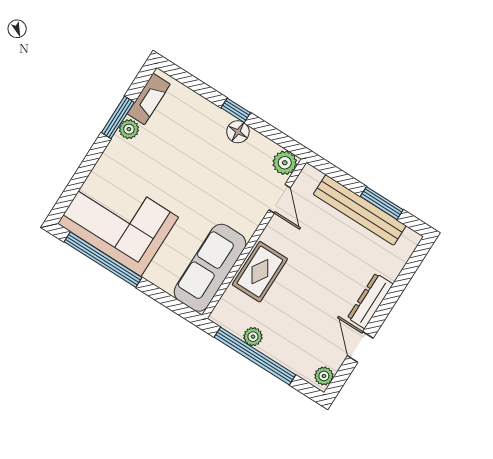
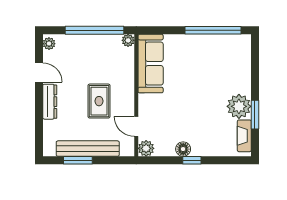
plant: (129, 129) -> (239, 106), width x1.87, depth x1.87
corner sofa: (118, 220) -> (219, 57), removed
rug: (260, 272) -> (99, 101), moved
plant: (253, 337) -> (128, 40), moved

